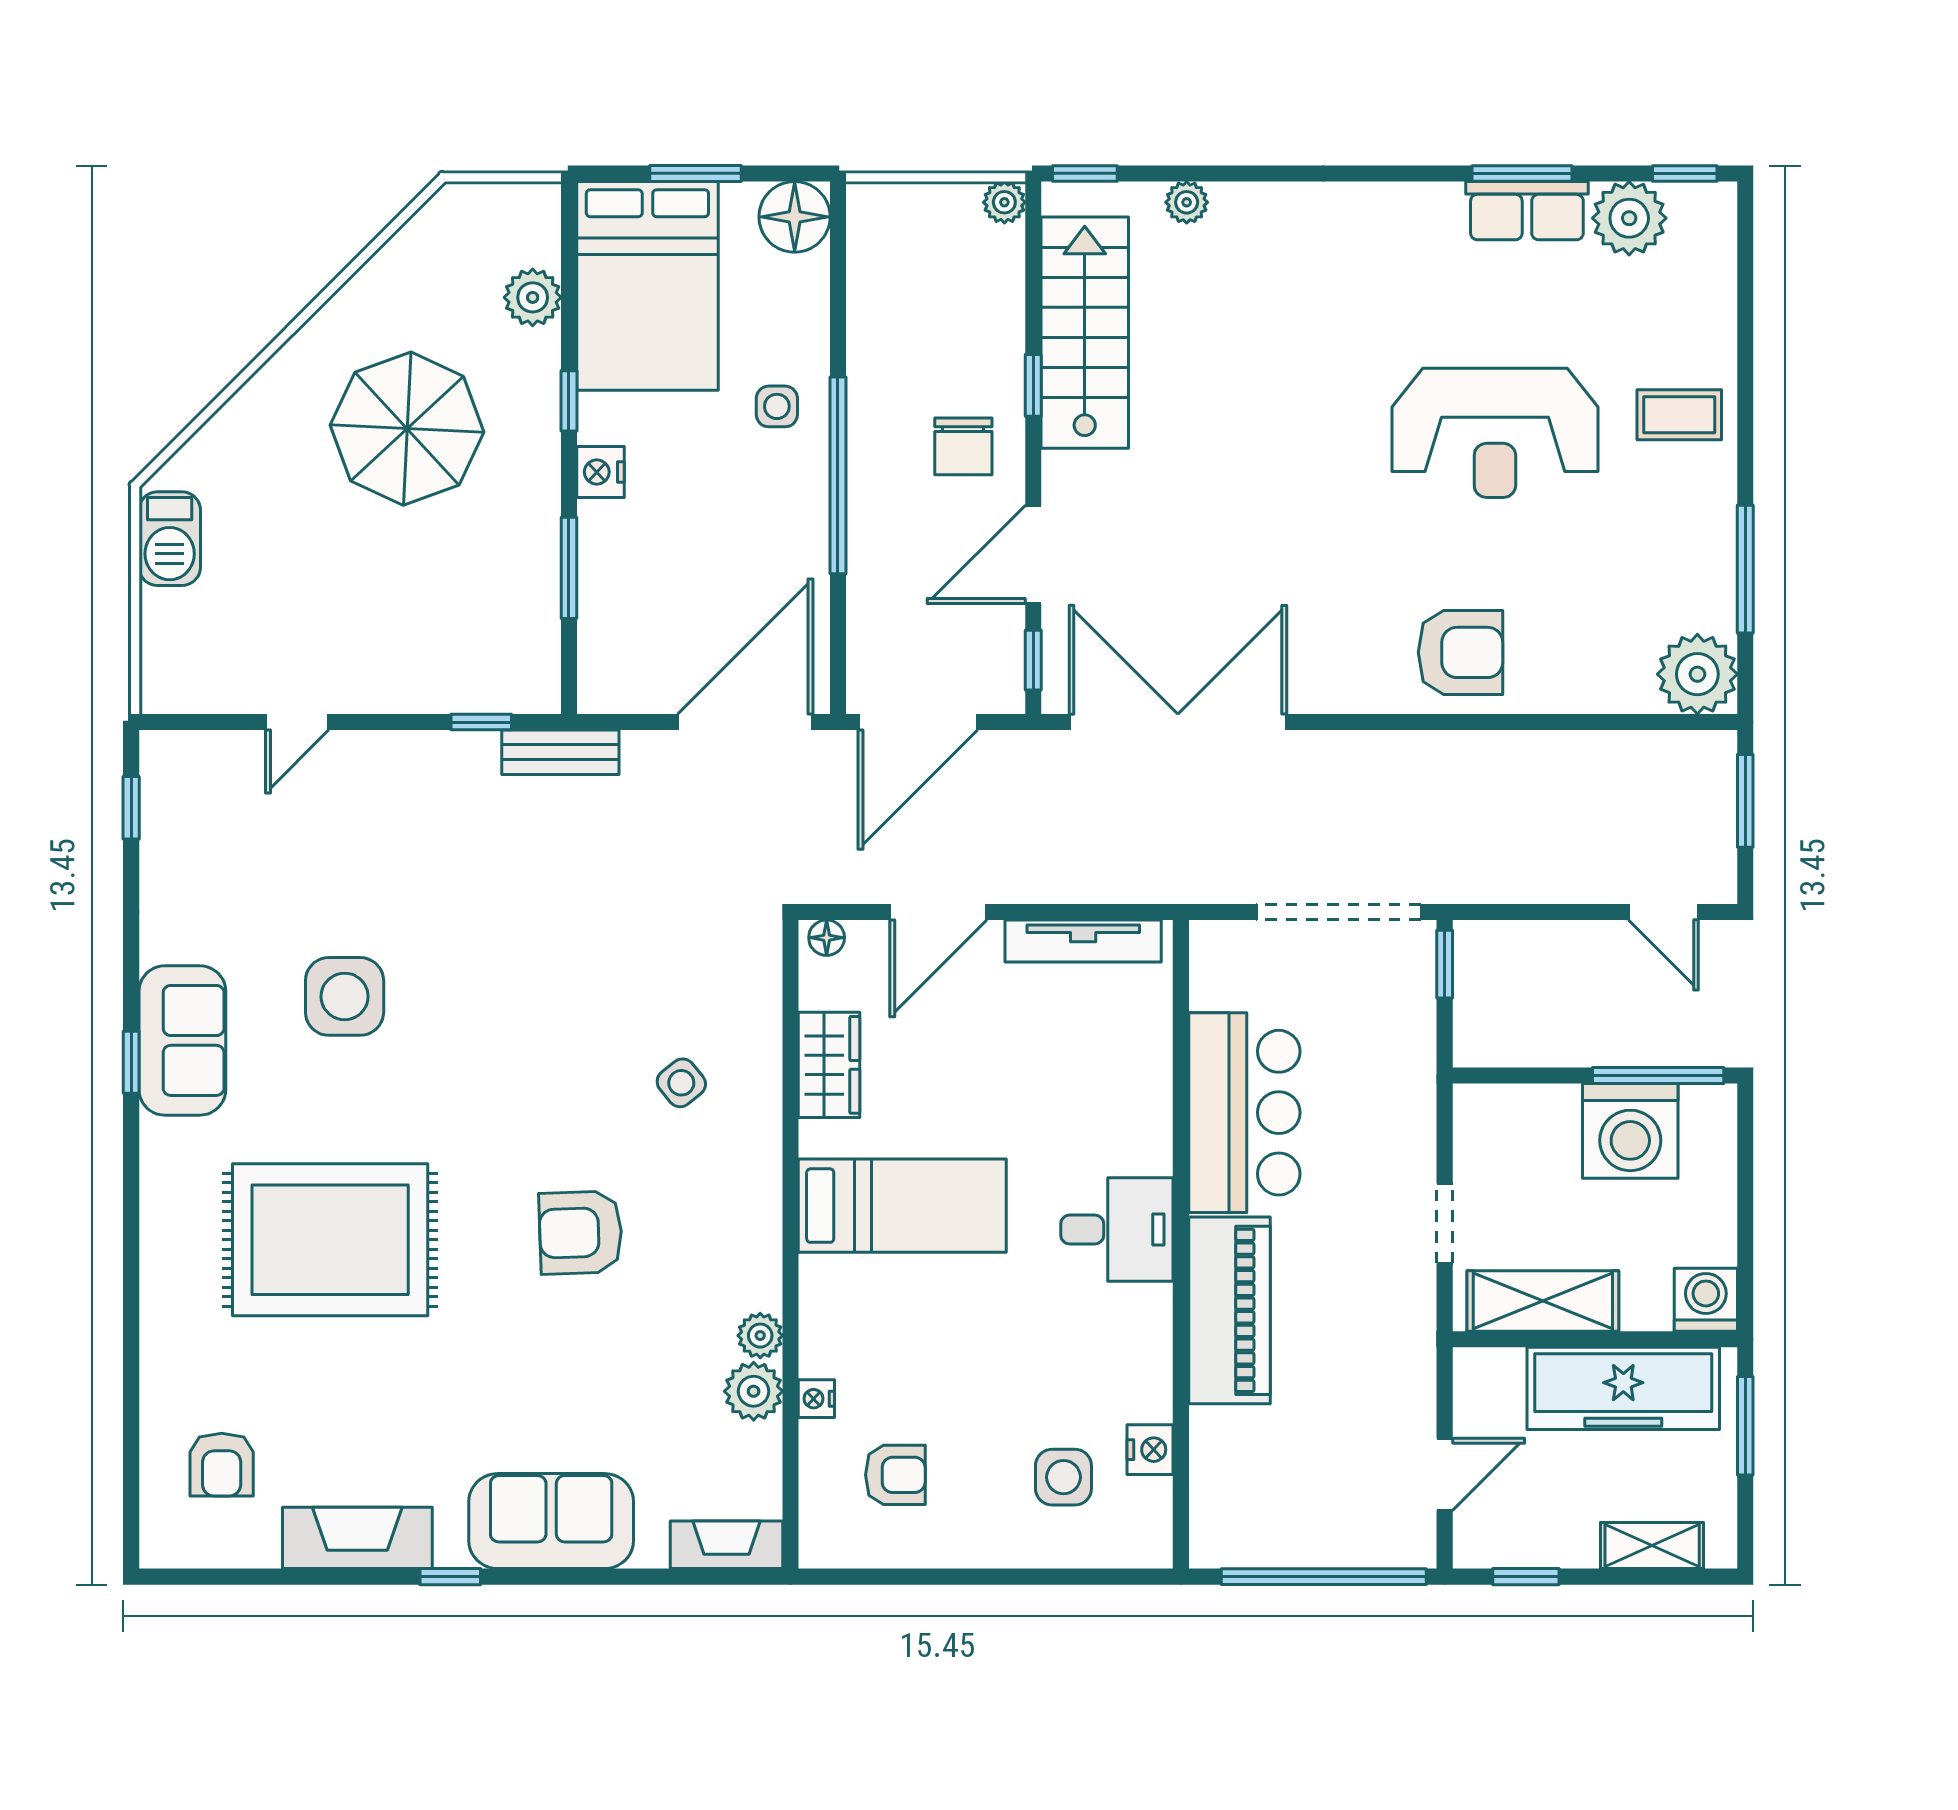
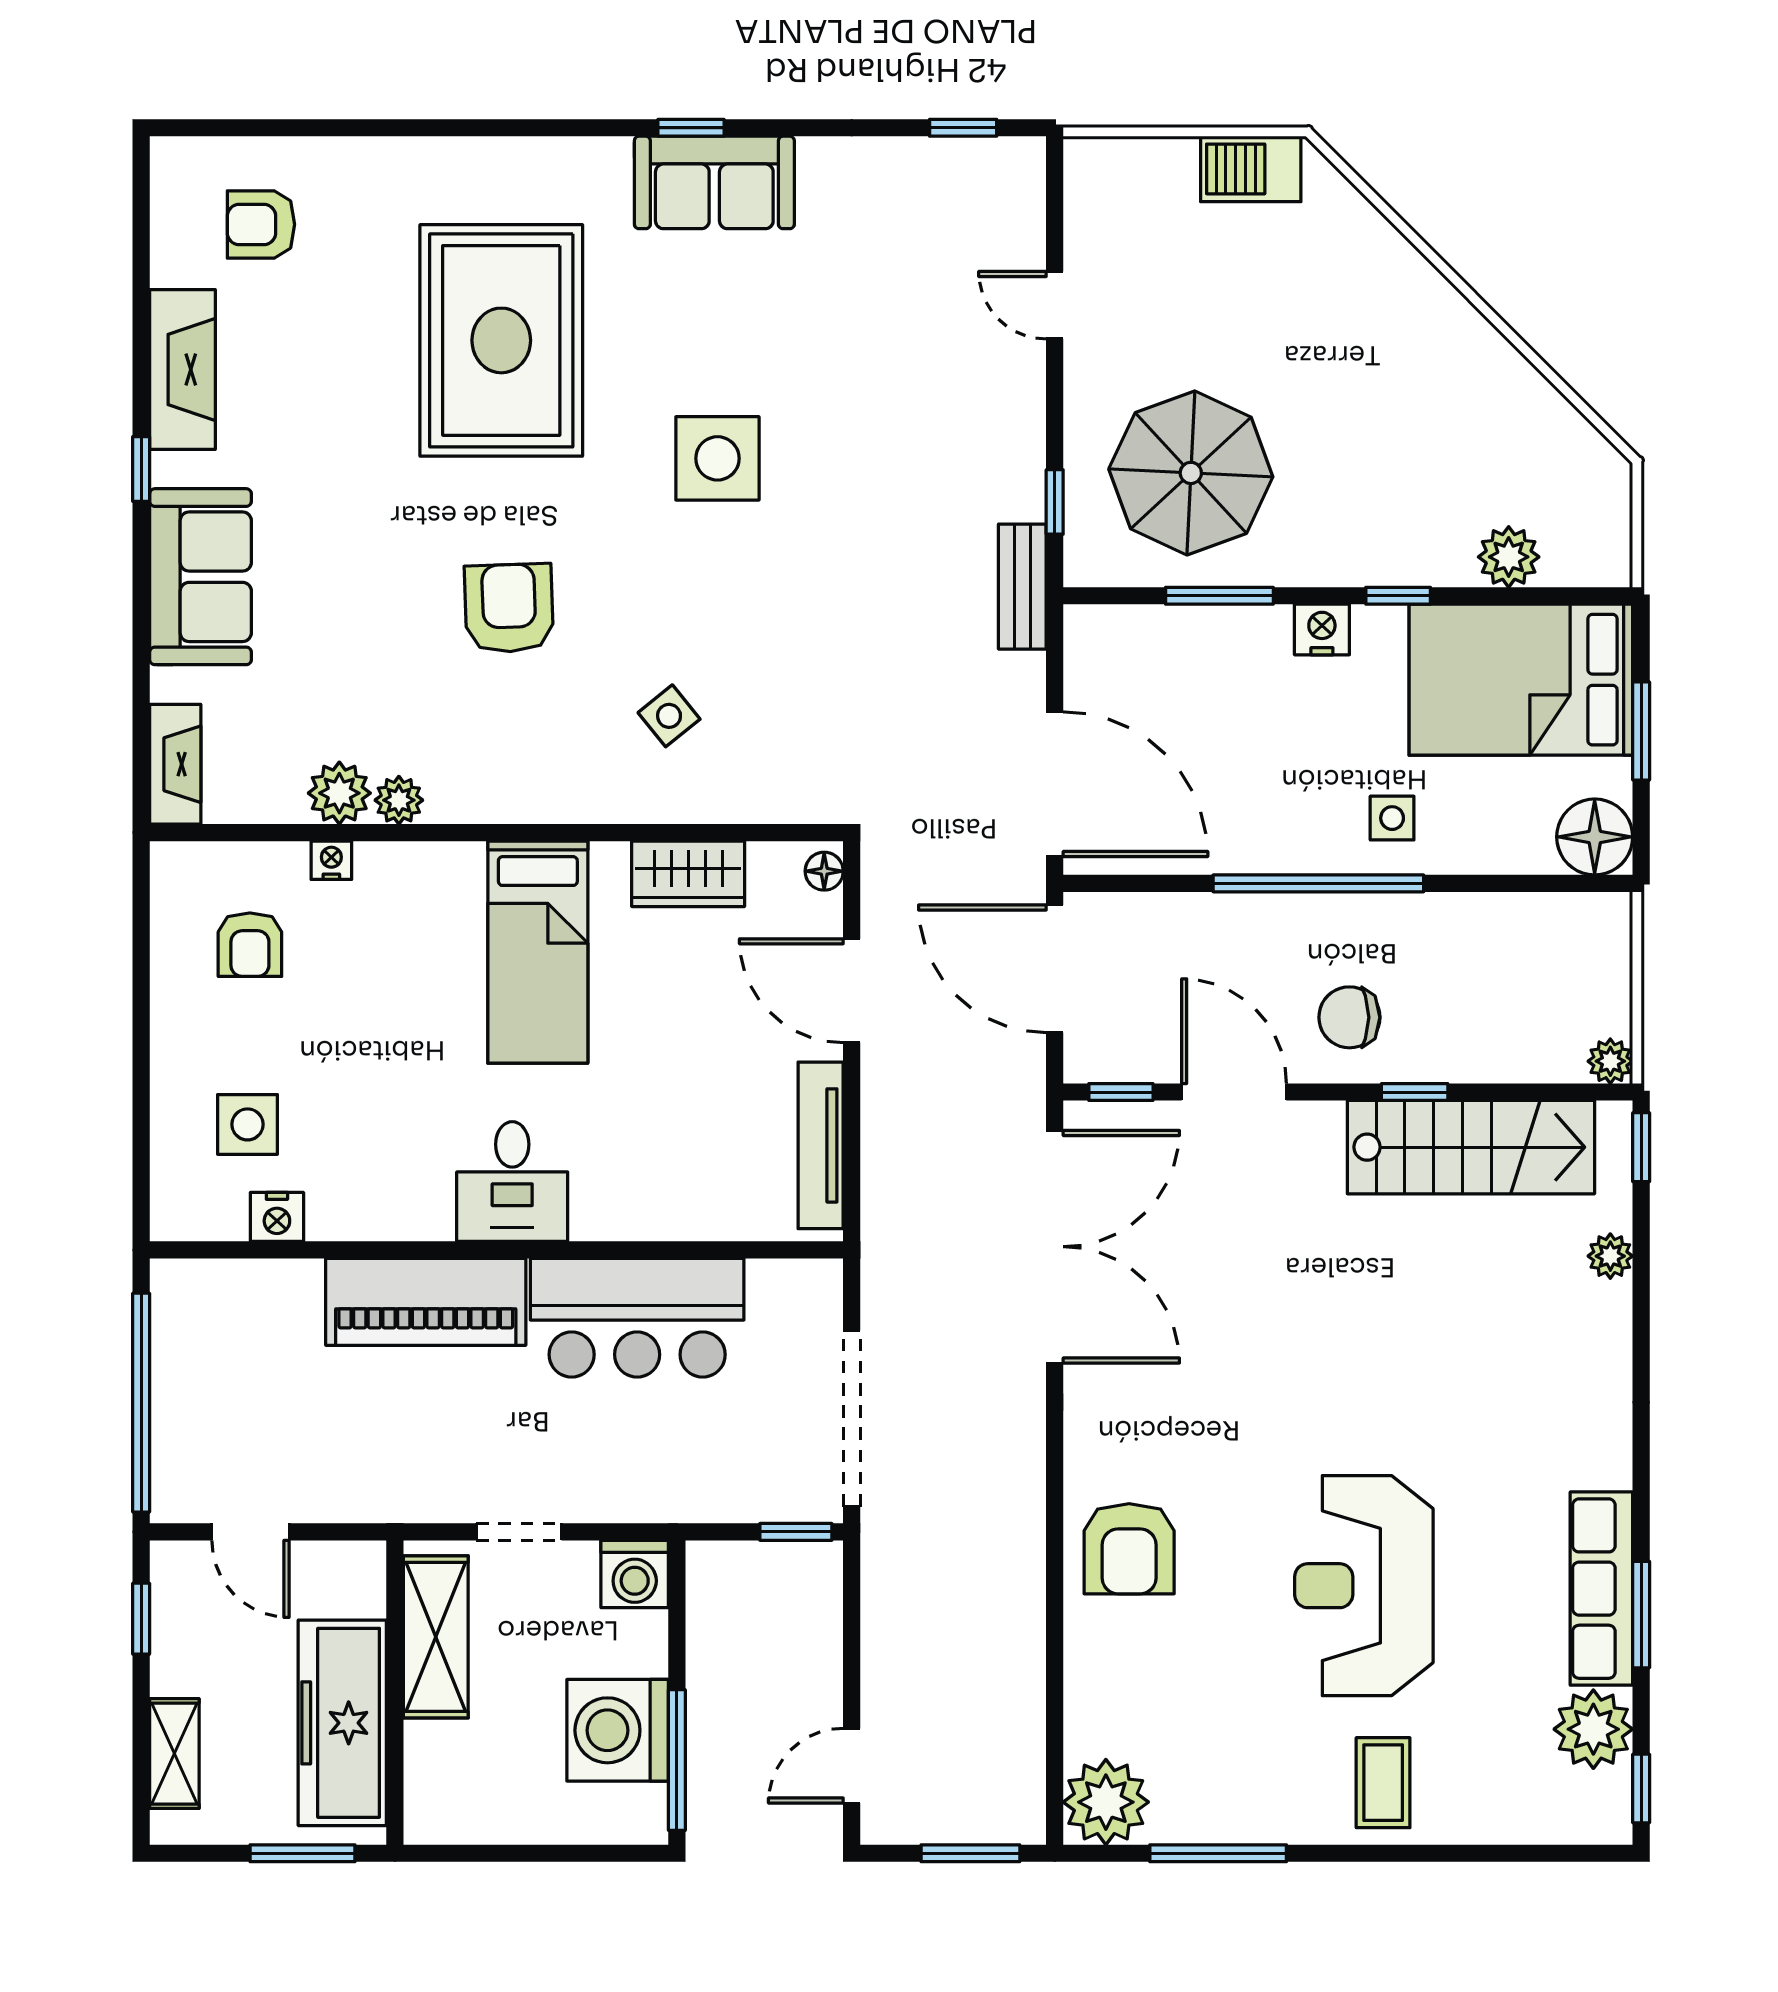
row of seats: (1527, 211) -> (1601, 1589), width x1.48
parasol: (407, 429) -> (1191, 473), moved
side table: (345, 996) -> (717, 458), moved
washing machine: (1706, 1300) -> (635, 1574), moved, turned 90

